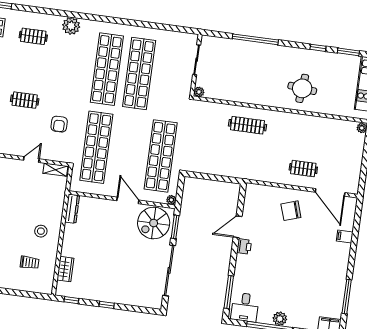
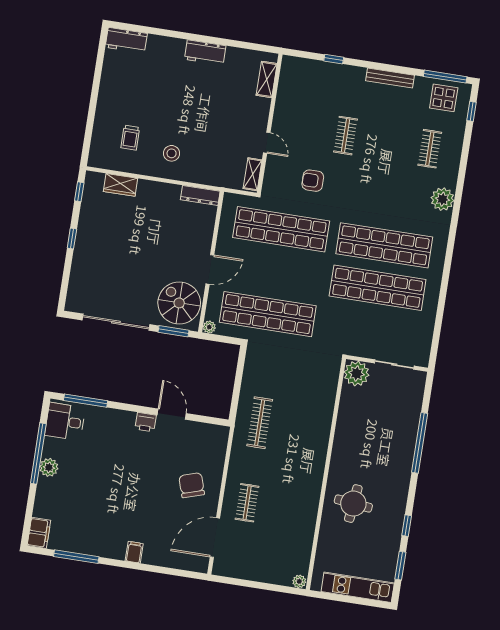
plant: (199, 92) -> (357, 373), width x1.88, depth x1.88
clothes rail: (247, 125) -> (260, 423), moved
filing cabinet: (345, 237) -> (134, 552), moved

